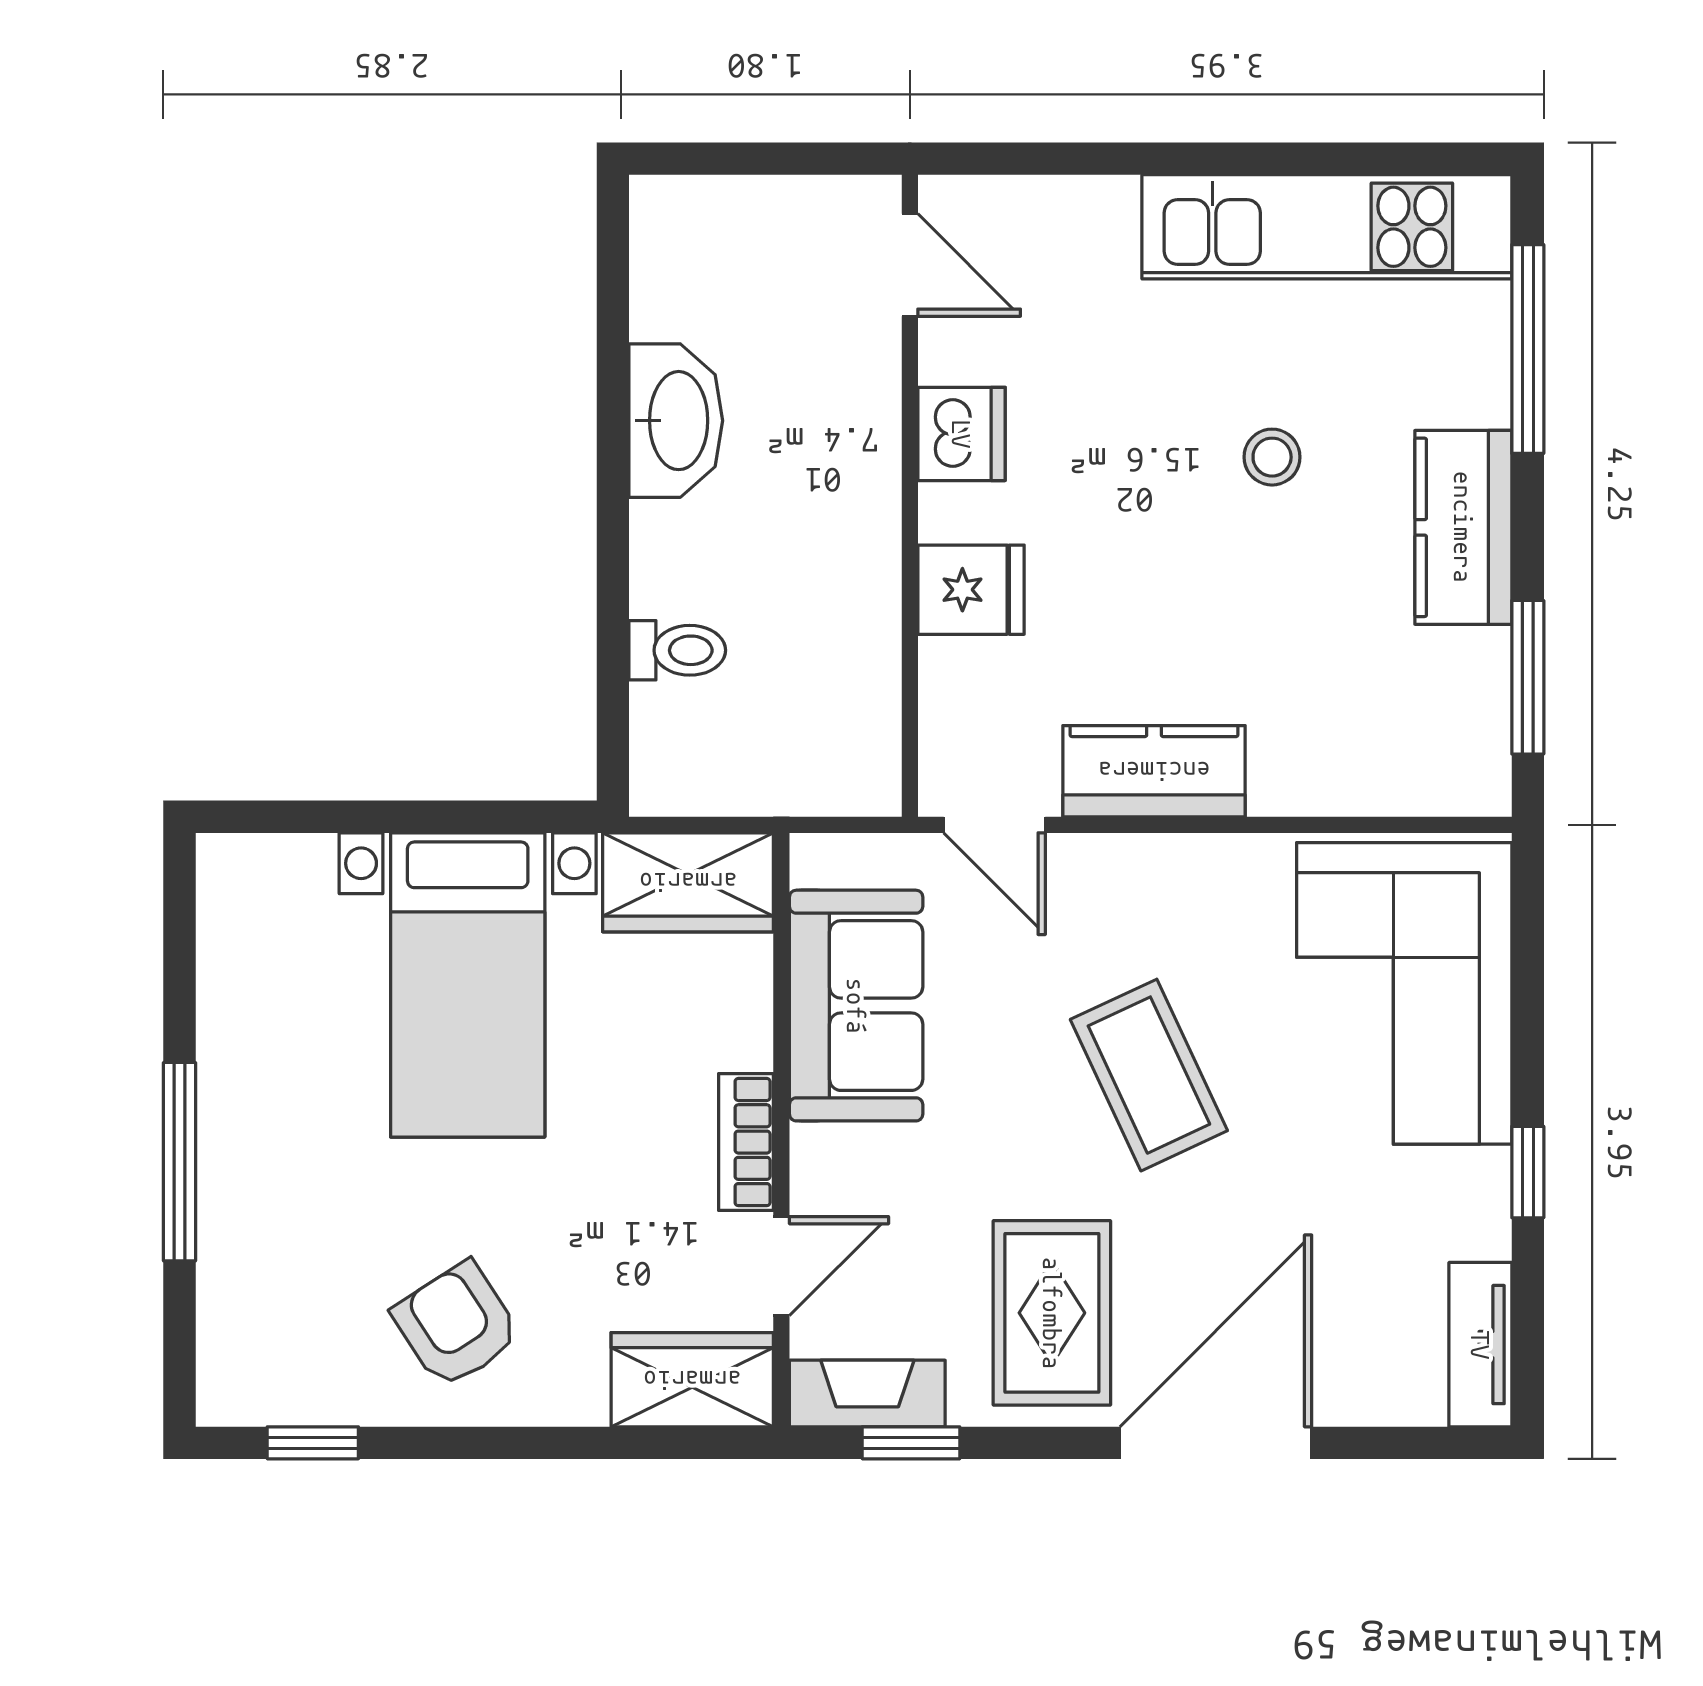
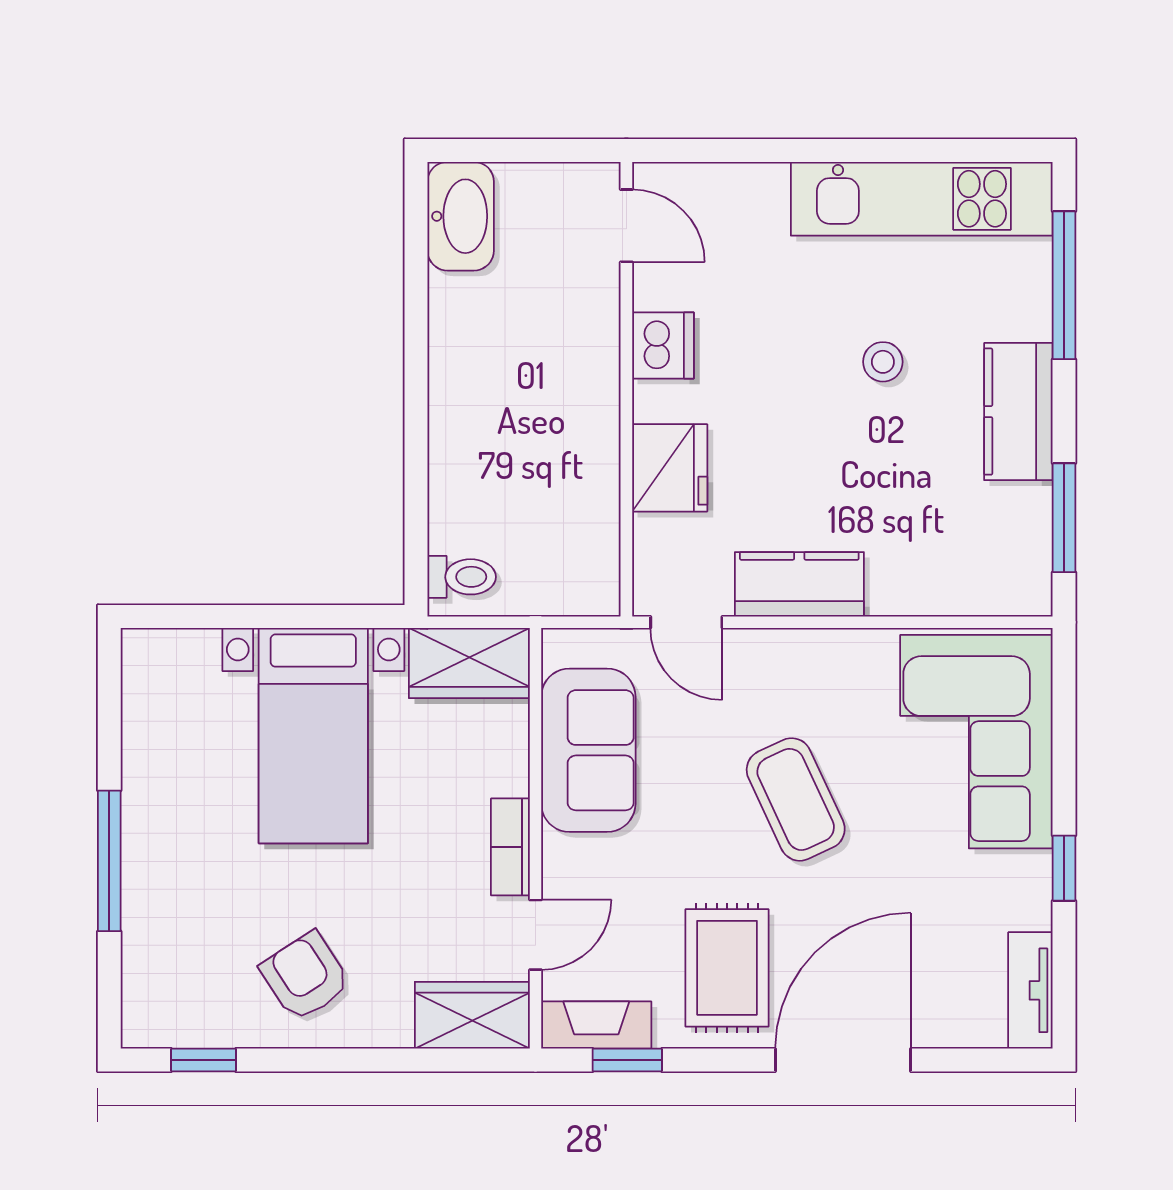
washbasin: (676, 421) -> (461, 216), moved
fridge: (971, 590) -> (670, 468), width x1.38
toilet: (677, 650) -> (462, 577), moved

